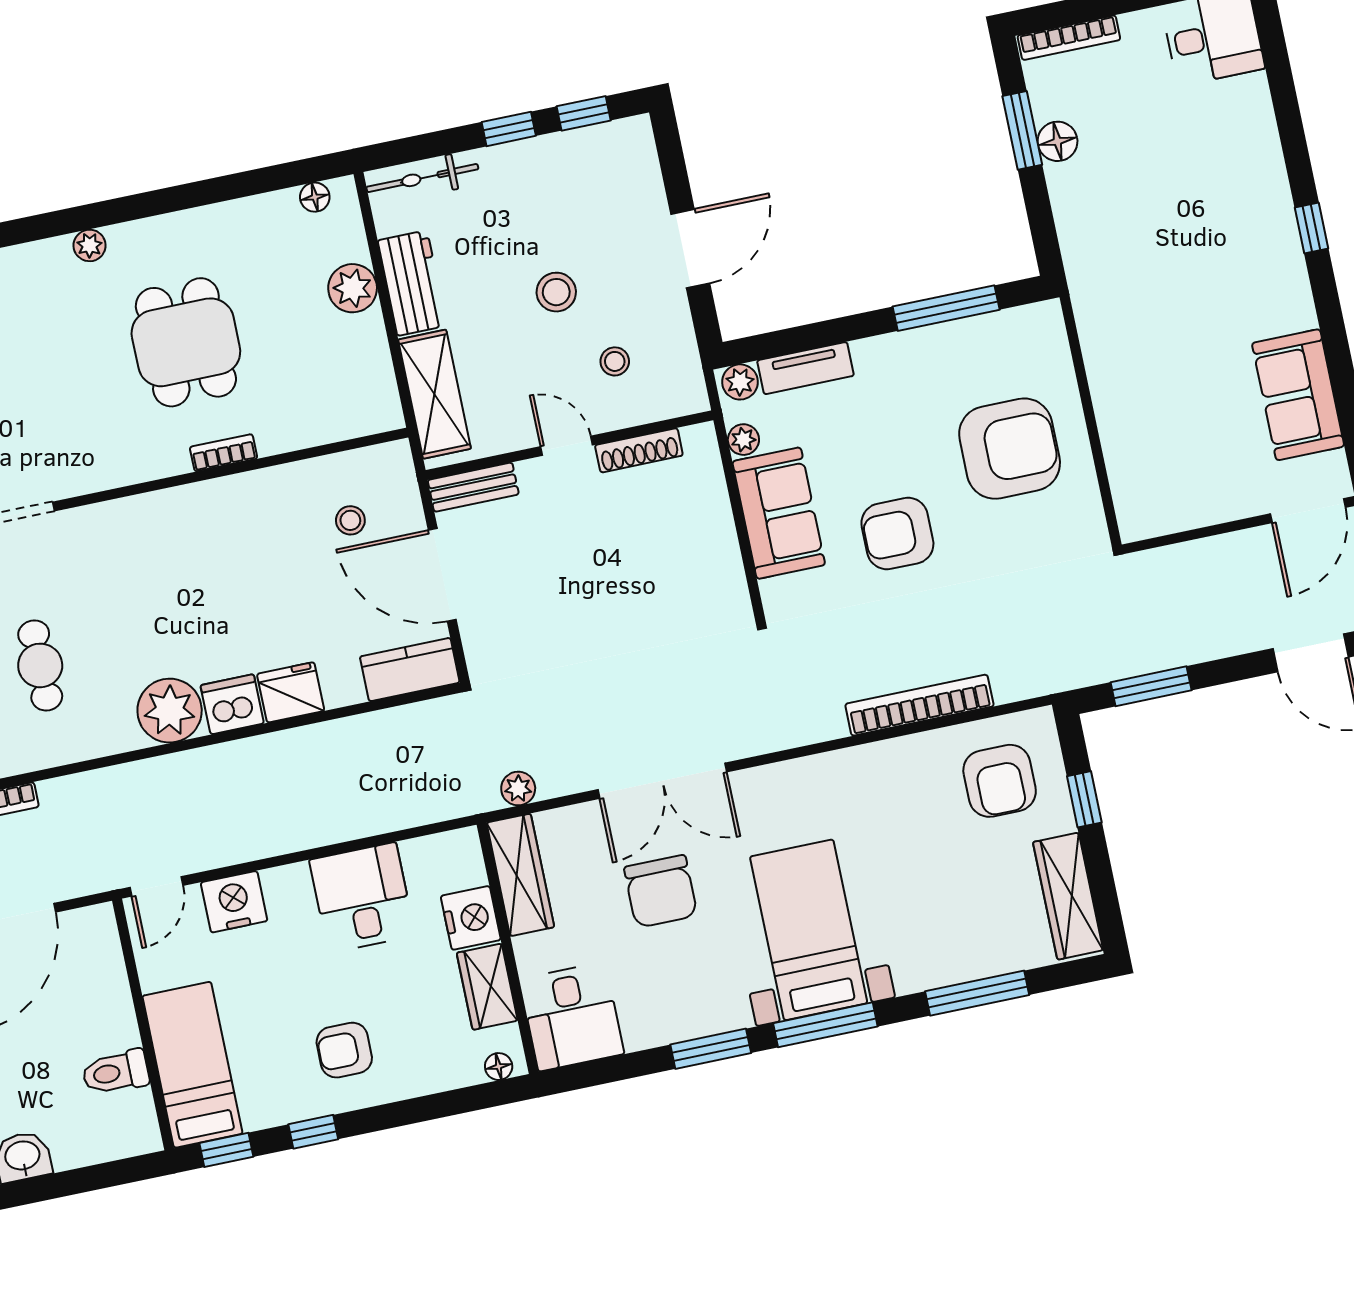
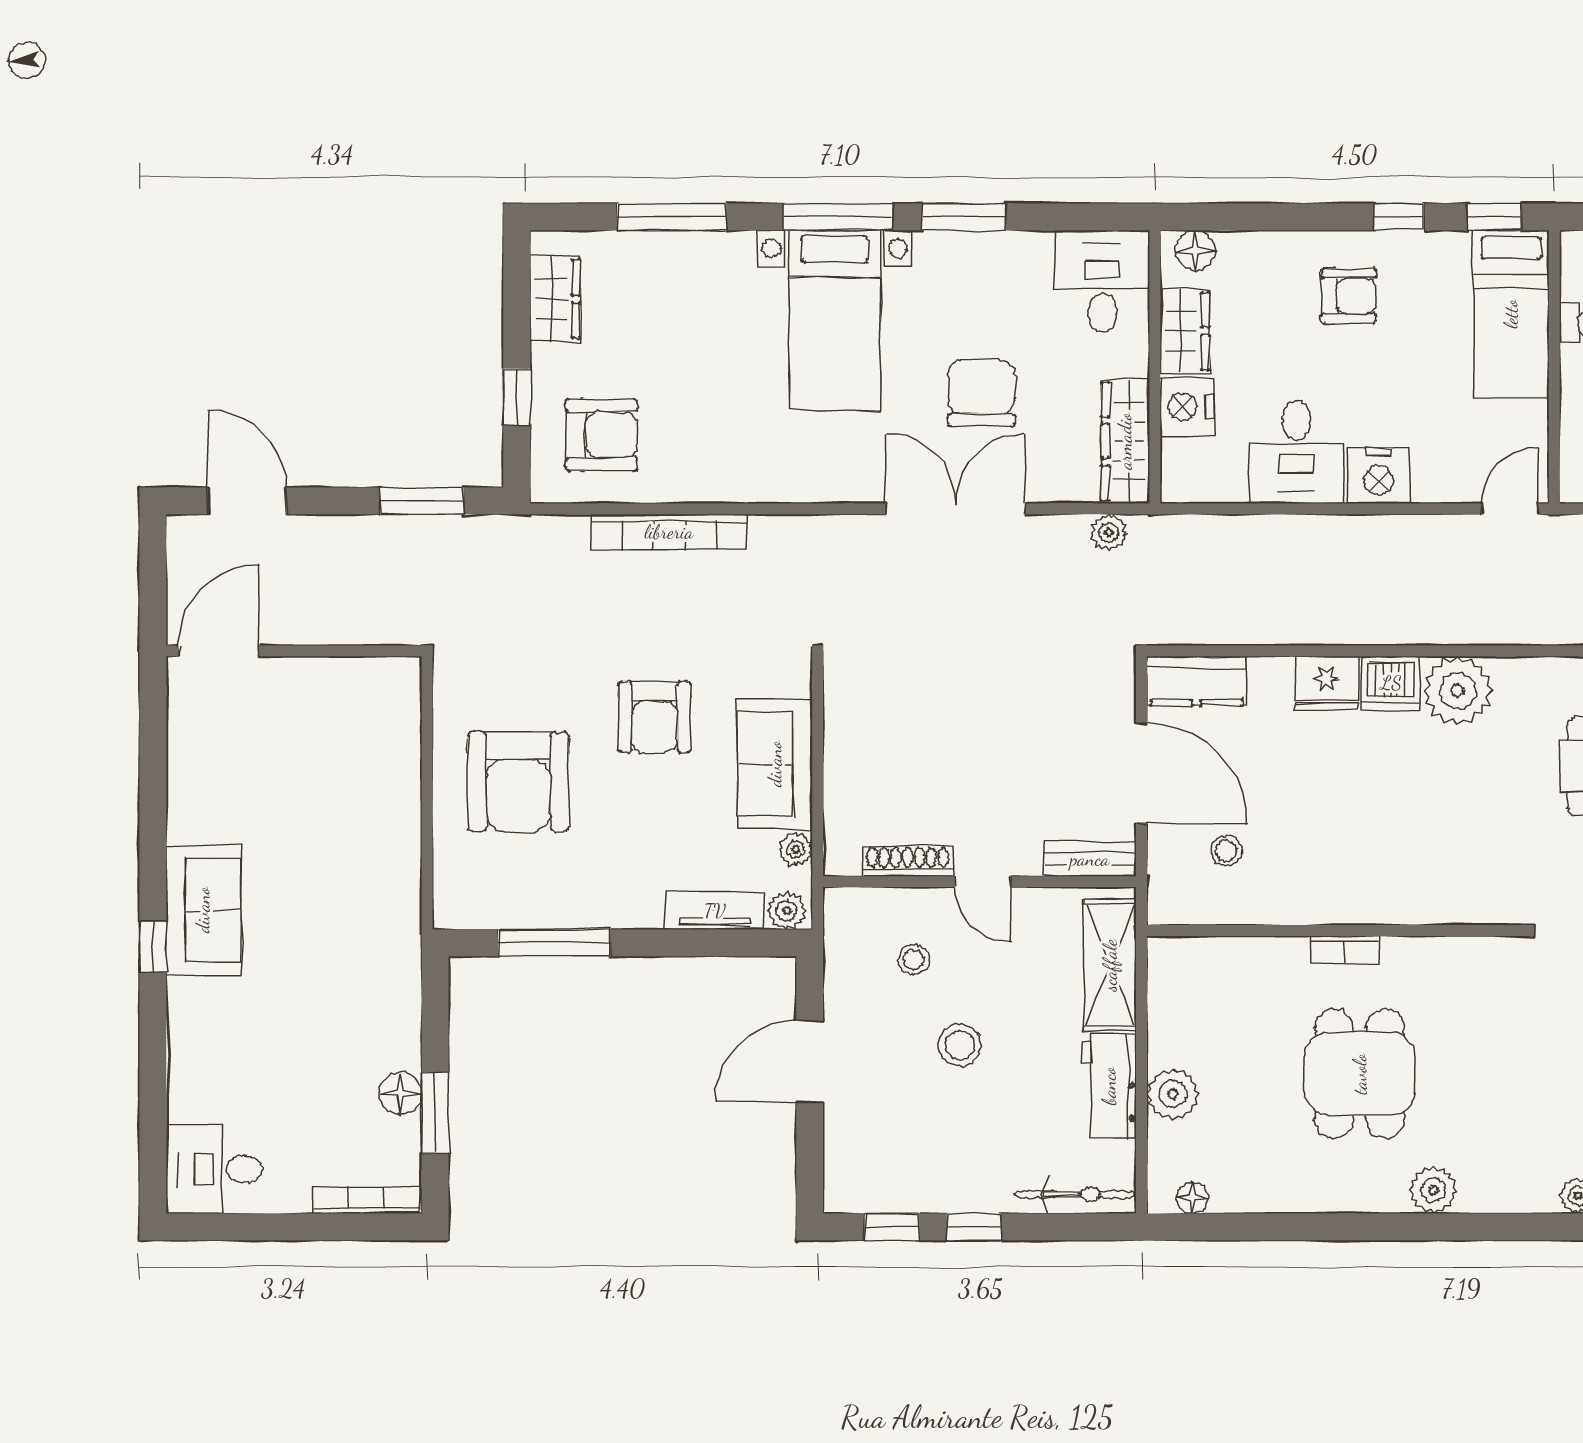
plant: (90, 245) -> (1433, 1190), width x1.38, depth x1.38
sofa: (1298, 395) -> (203, 910), moved
armchair: (1010, 449) -> (518, 781), turned -90
armchair: (897, 534) -> (655, 717), turned 90
armchair: (1000, 781) -> (602, 435), turned 90
wardrobe: (1068, 896) -> (555, 299), width x0.67
nightstand: (234, 902) -> (1379, 476), moved
floor lamp: (499, 1067) -> (1196, 250), width x1.37, depth x1.37

